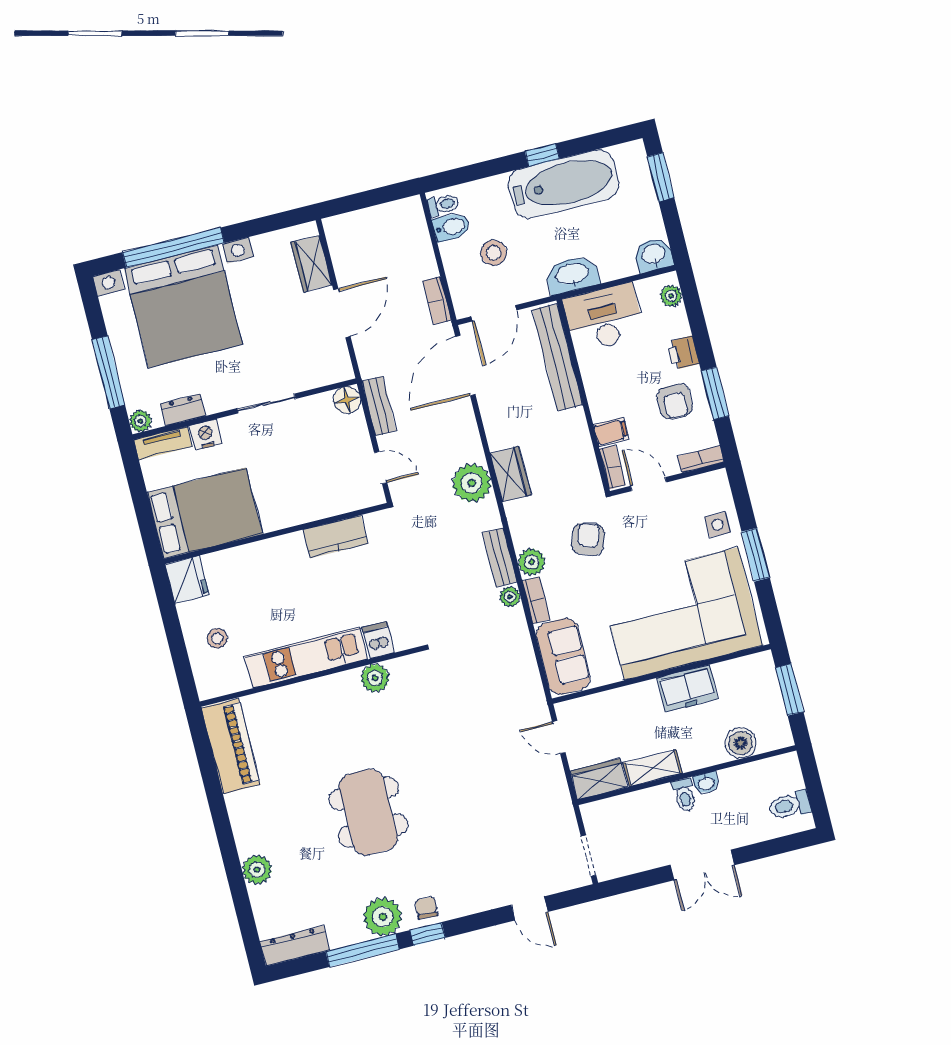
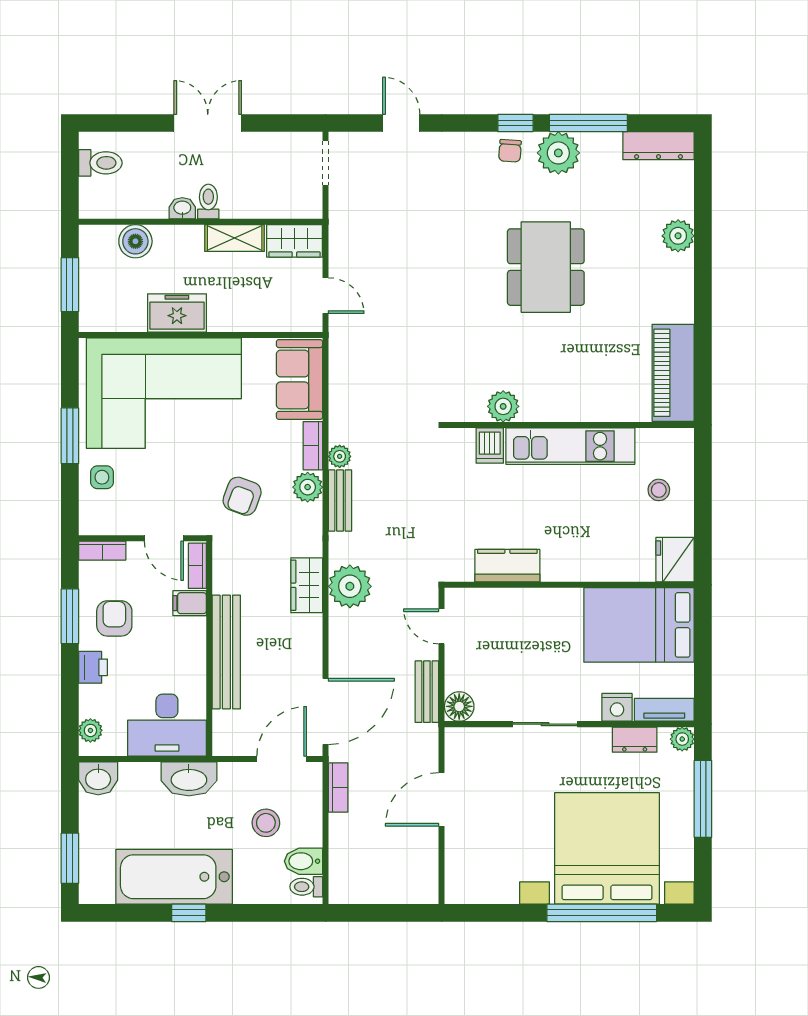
wardrobe: (311, 264) -> (461, 860), removed
bench: (557, 357) -> (226, 652), moved

